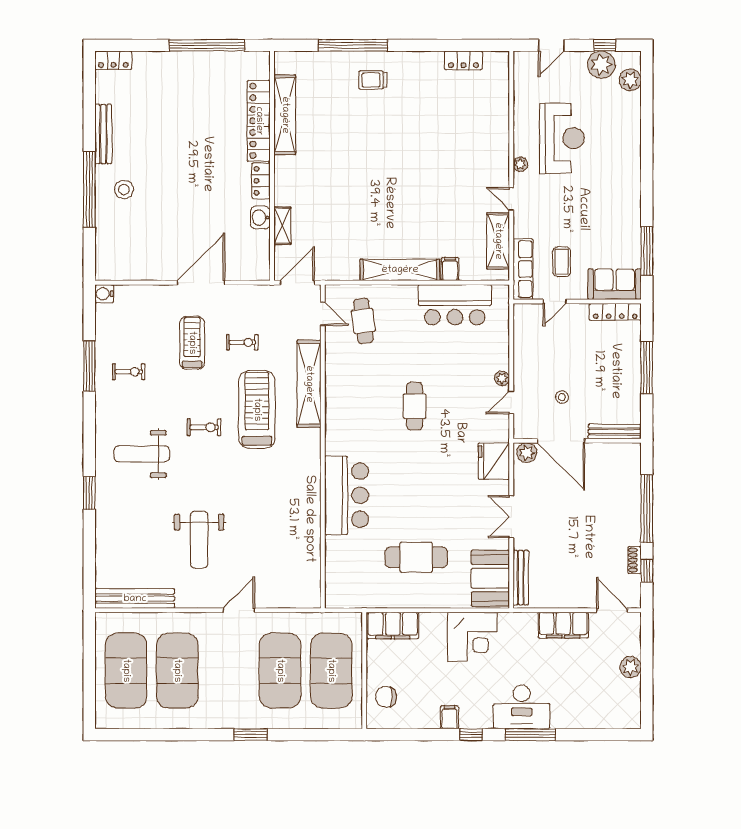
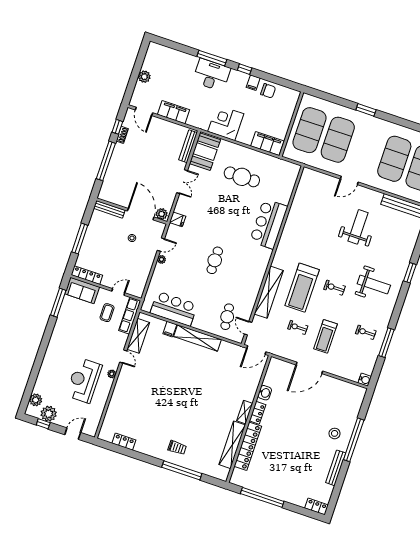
shelving: (282, 226) -> (245, 412), moved
fridge: (494, 461) -> (178, 219), width x0.53, depth x0.75
chair: (386, 697) -> (268, 91), moved

